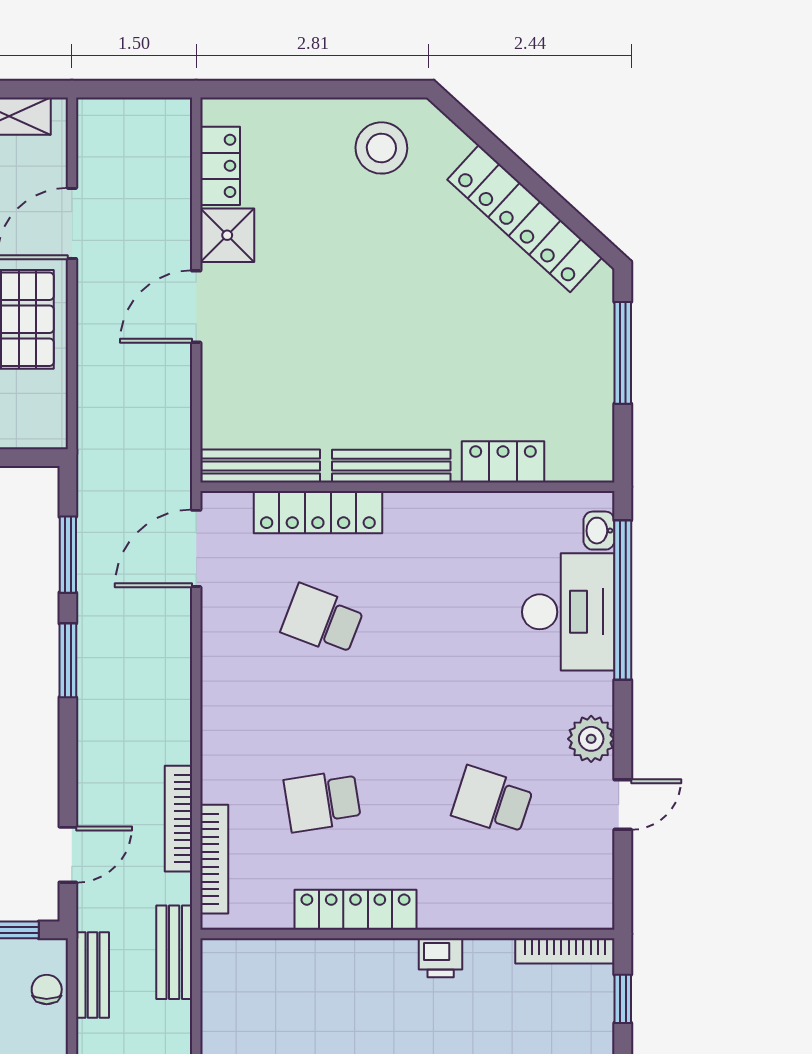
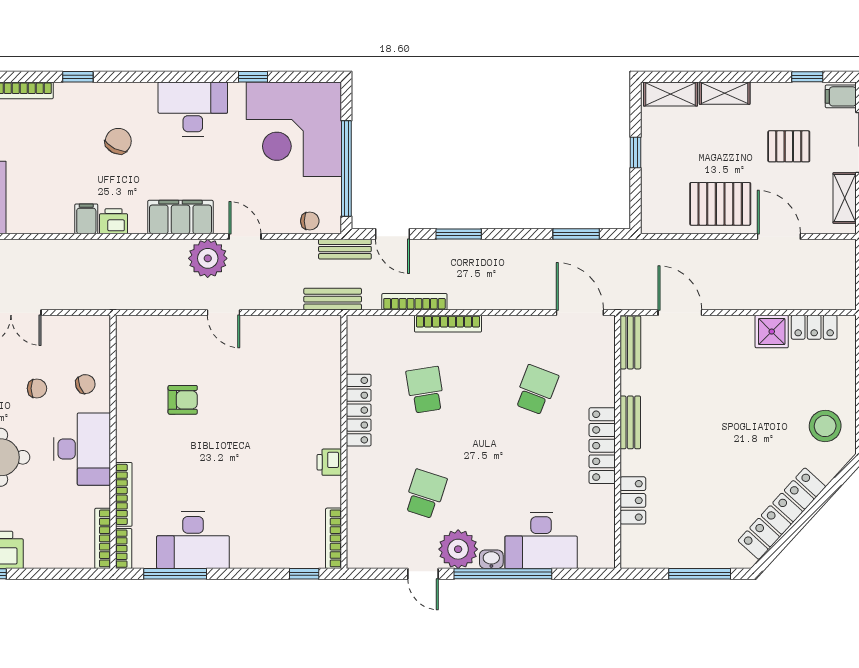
door: (196, 307) -> (680, 313), moved
bench: (261, 466) -> (630, 342), width x0.73
bench: (391, 466) -> (630, 422), width x0.73
locker: (318, 512) -> (602, 446), moved
washbasin: (599, 531) -> (491, 559), moved
window: (623, 600) -> (503, 574), moved
window: (68, 660) -> (459, 234), moved
plant: (591, 739) -> (458, 549), width x1.36, depth x1.36
bookcase: (214, 859) -> (448, 324), moved
bench: (92, 975) -> (345, 249), moved

